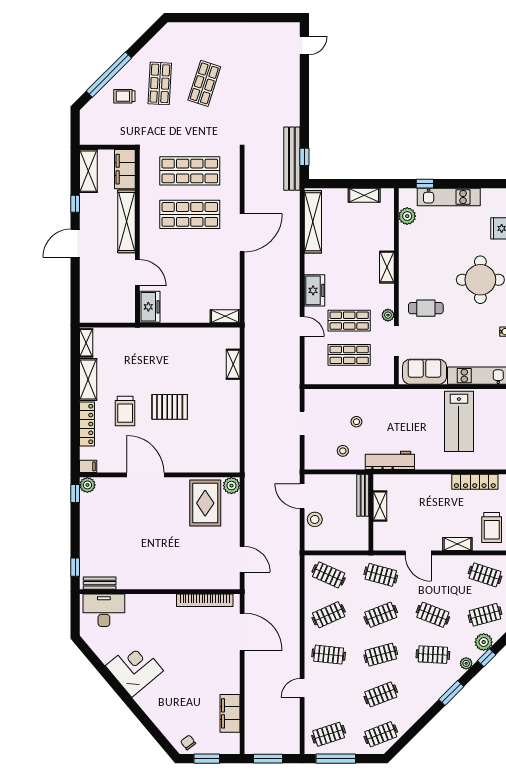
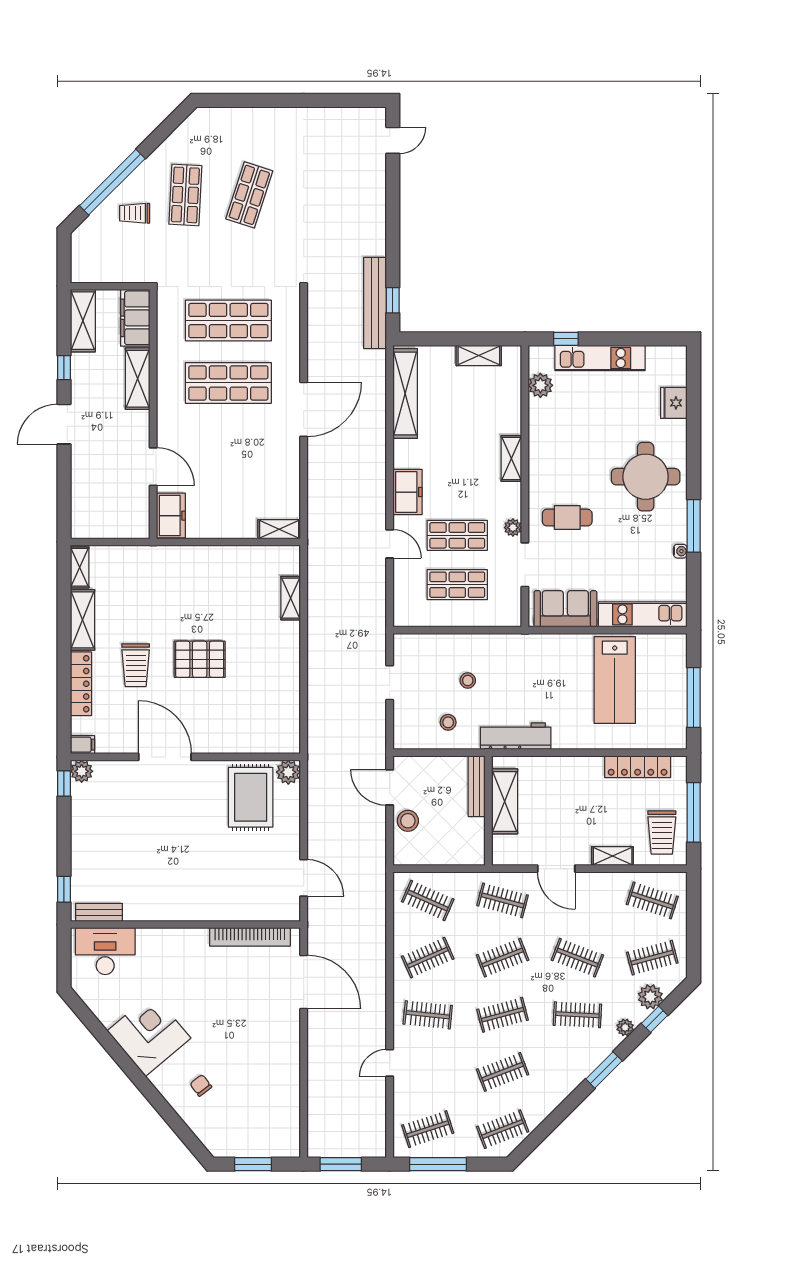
shelving: (127, 221) -> (138, 379), width x0.68
shelving: (380, 506) -> (505, 801), width x1.50, depth x1.33
filing cabinet: (230, 713) -> (286, 1099), removed
chair: (188, 742) -> (201, 1085), moved

